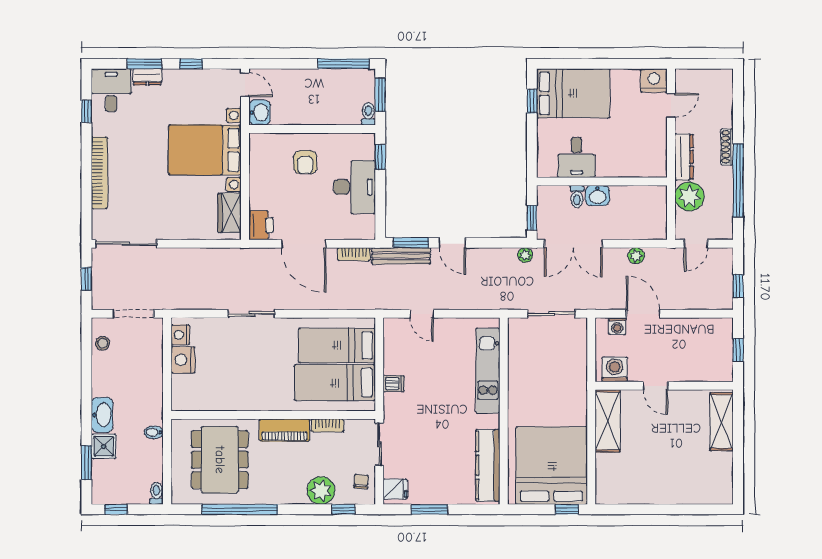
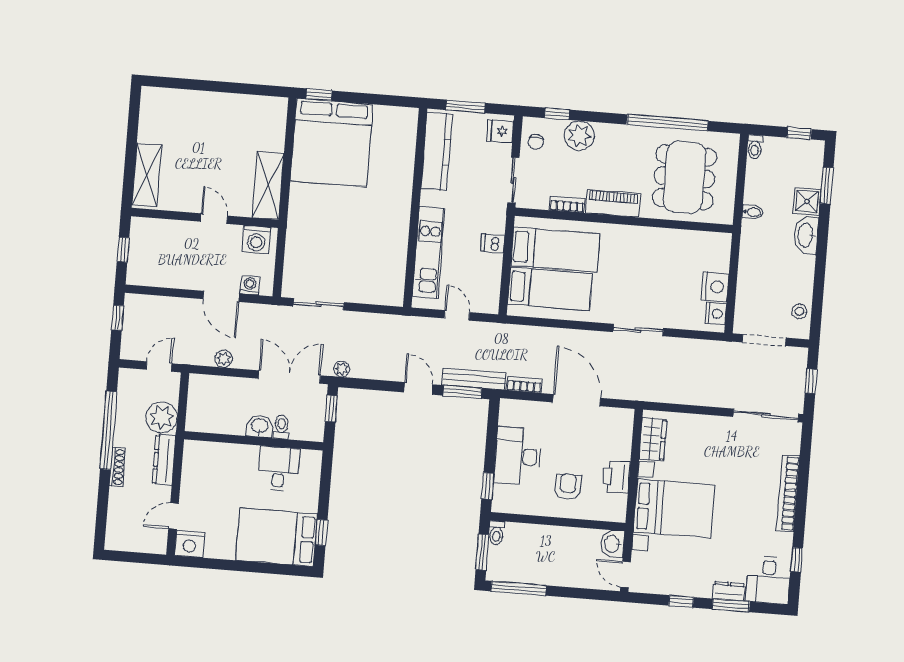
printer: (261, 225) -> (616, 477), moved
kitchen unit: (488, 371) -> (429, 252), moved
wall: (504, 411) -> (415, 208), moved
kitchen counter: (488, 465) -> (437, 151), moved

